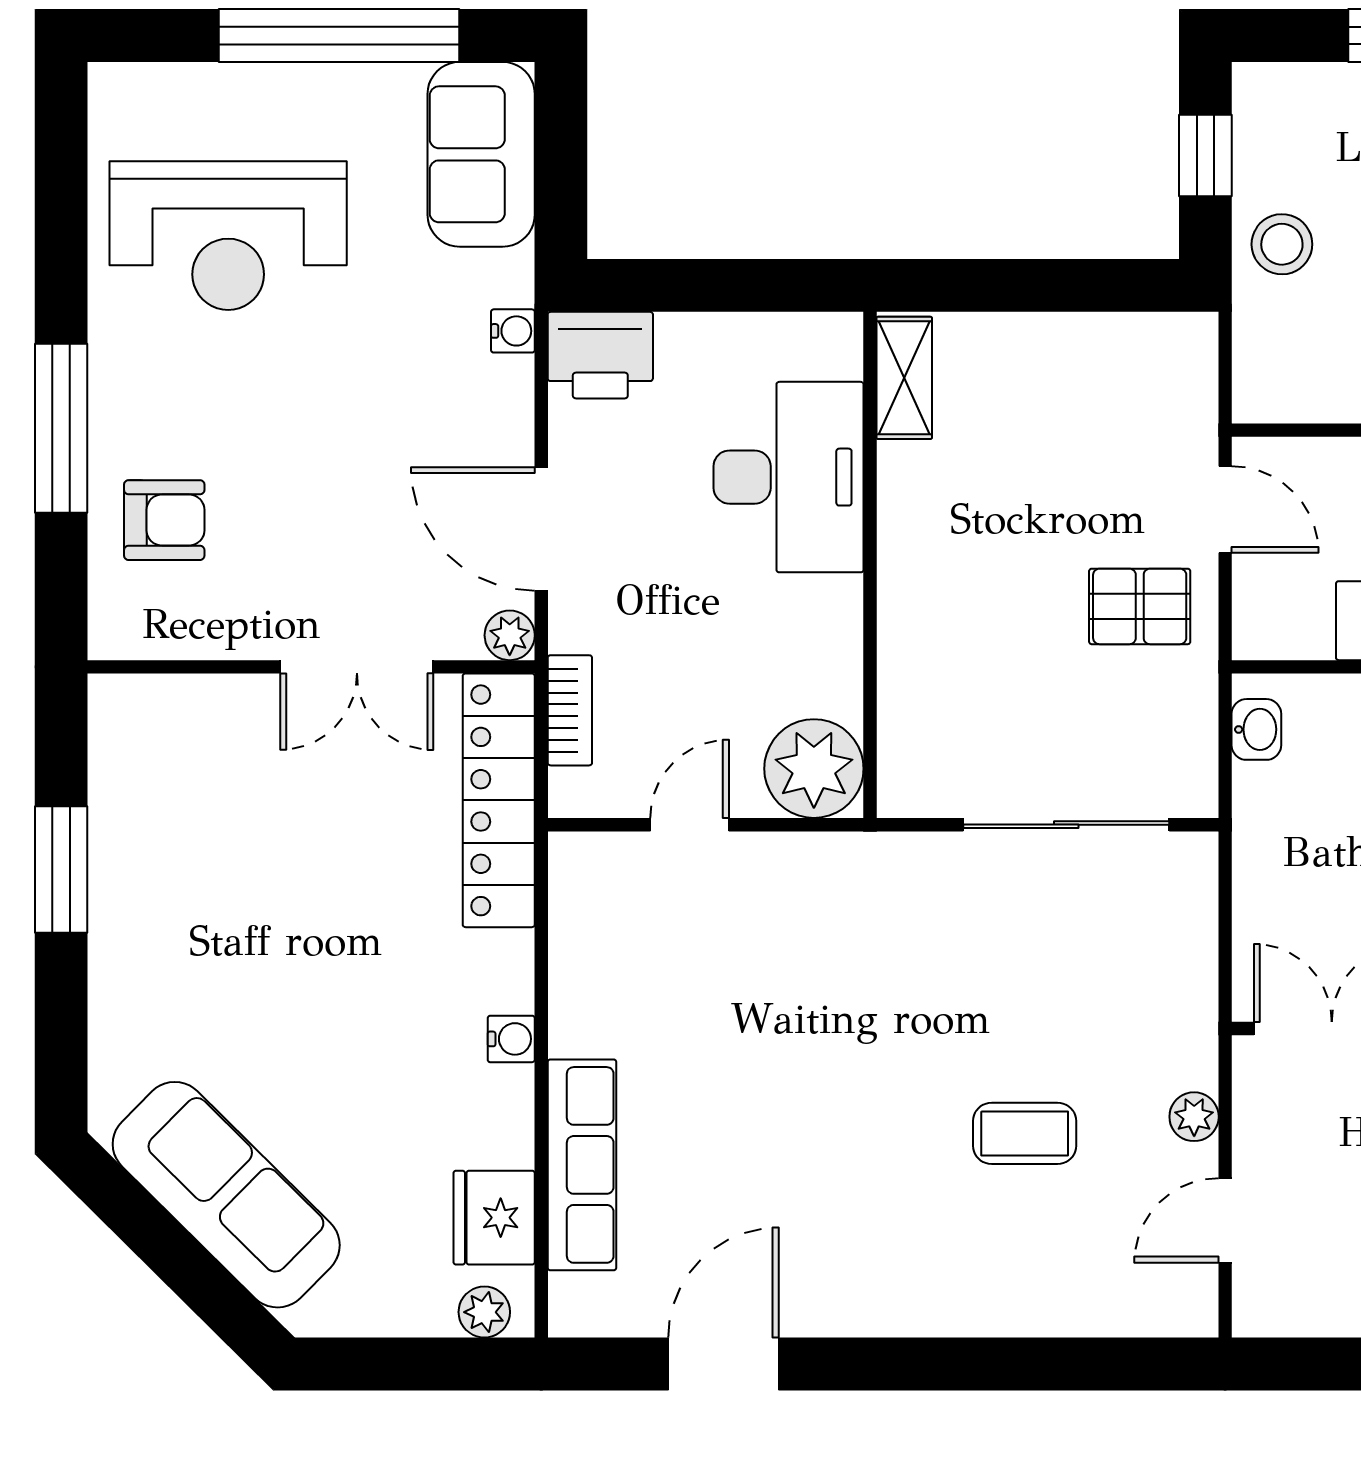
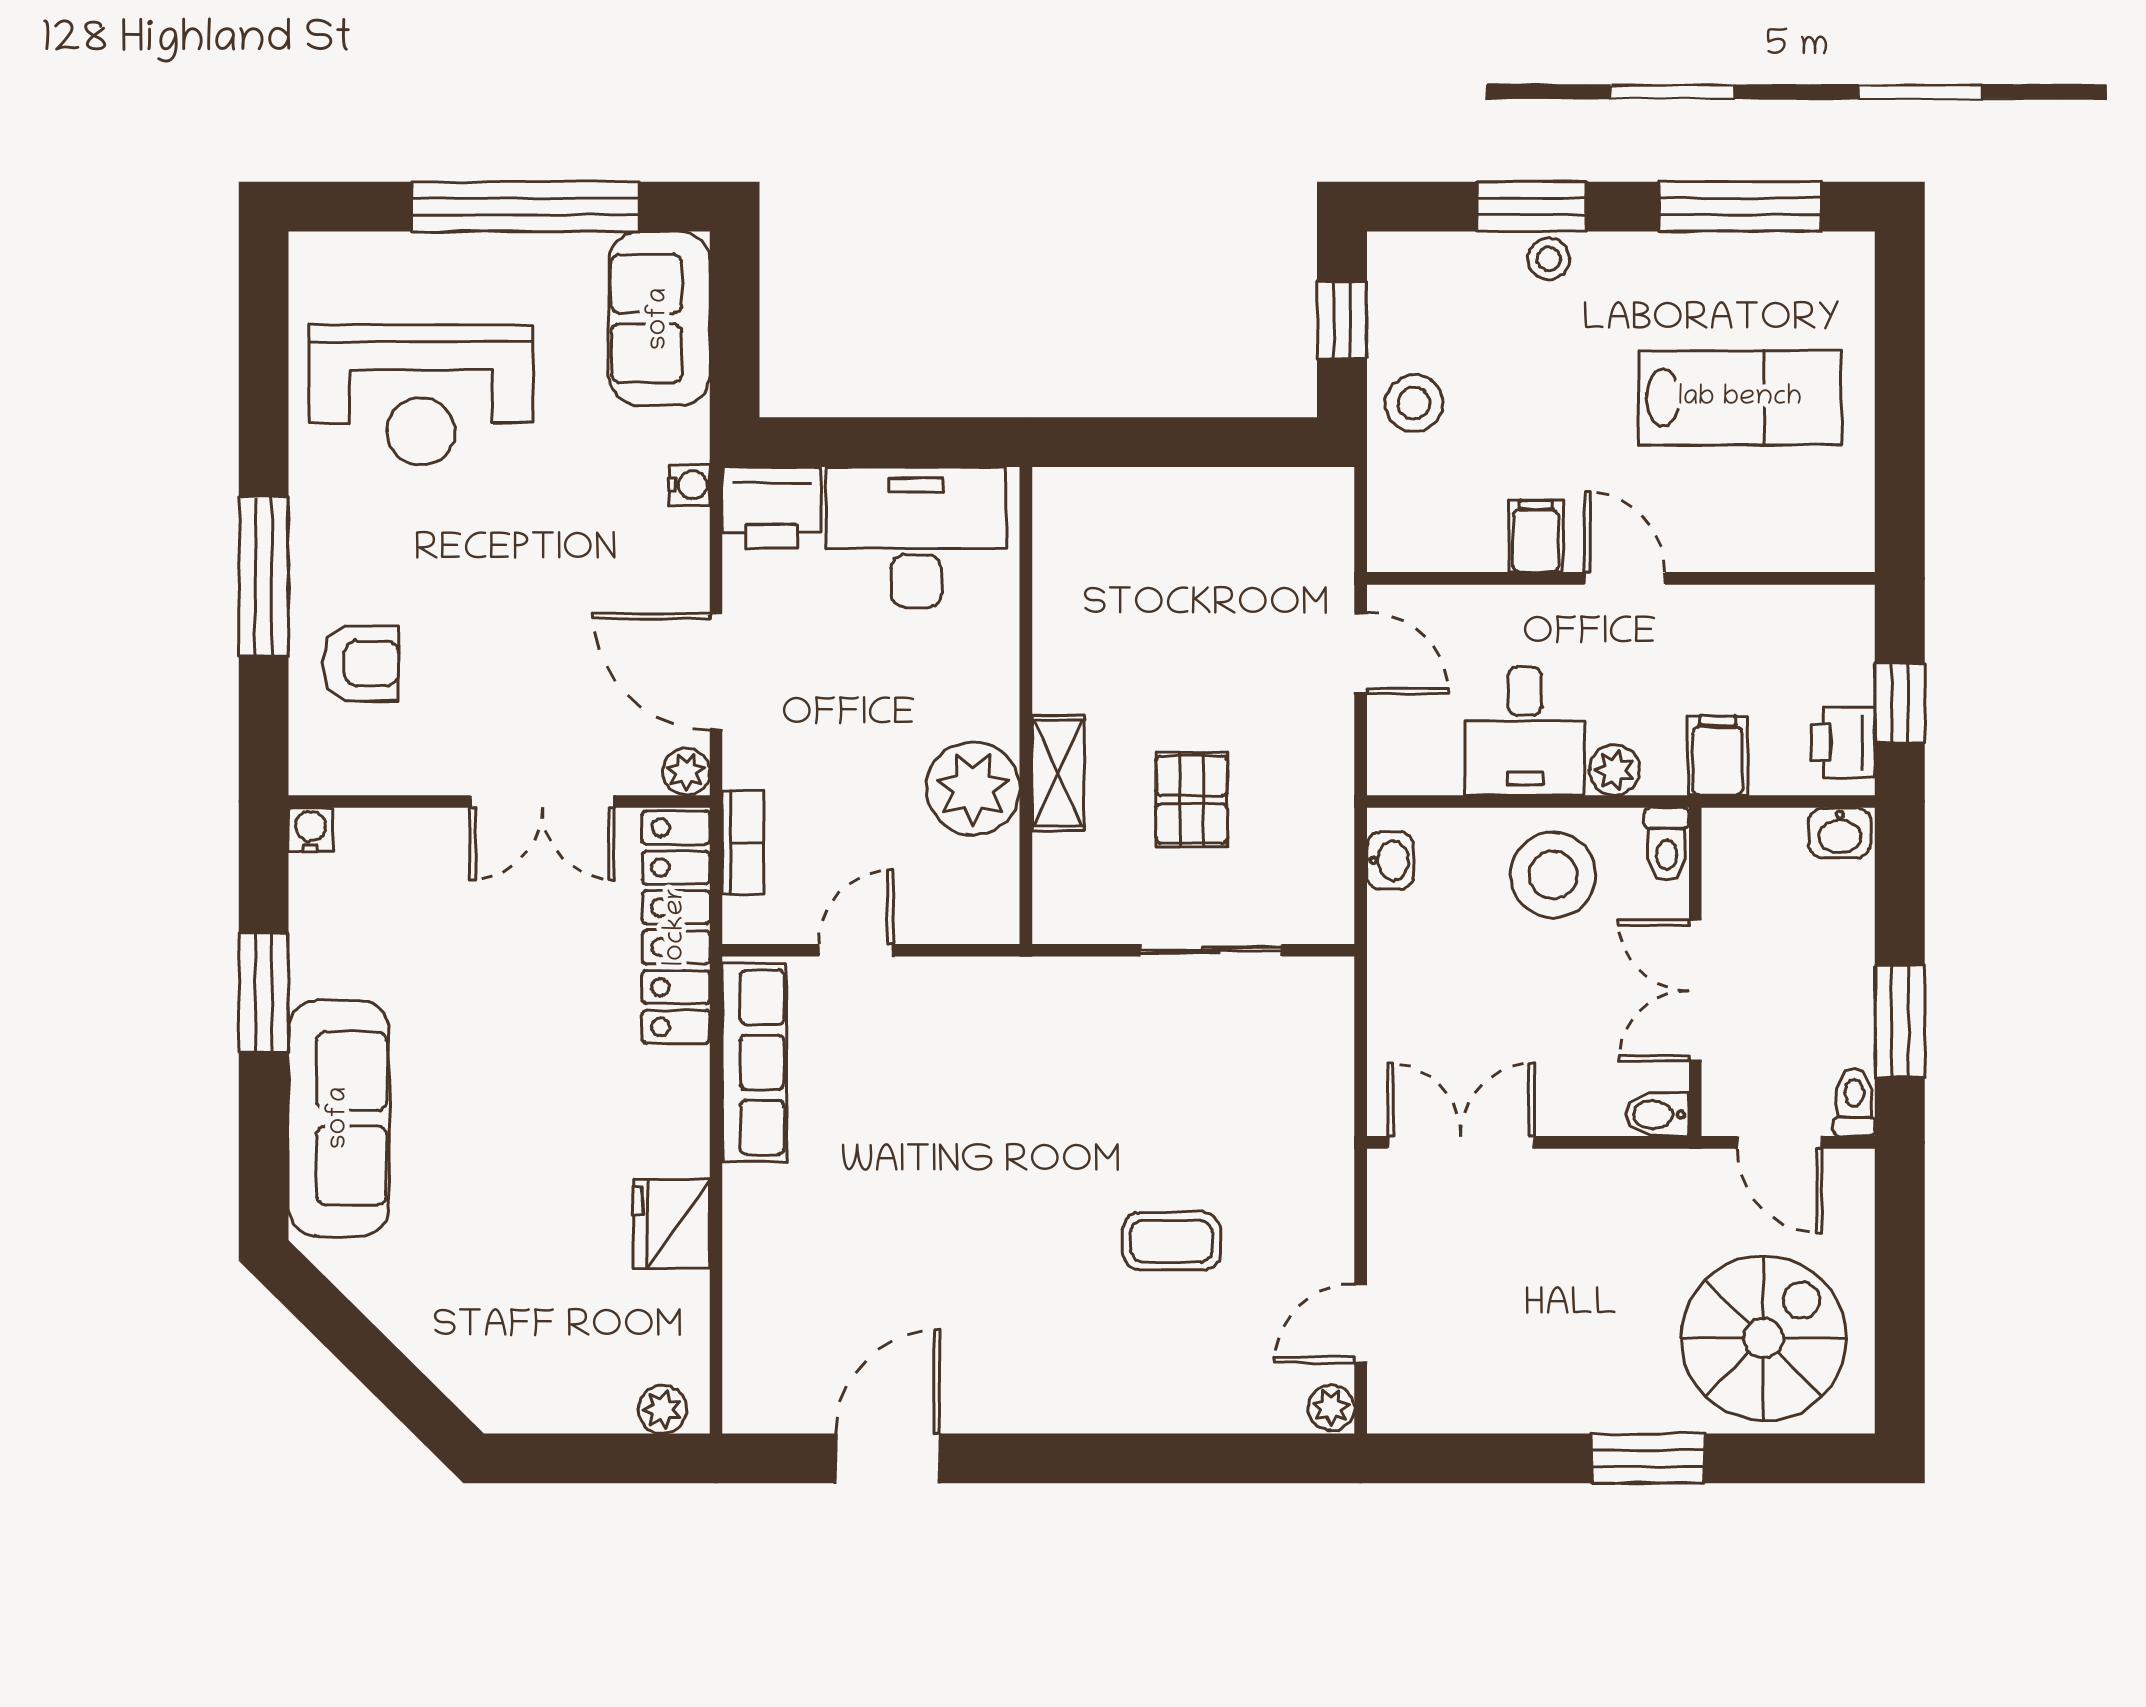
shelving: (904, 378) -> (1058, 773), moved
desk: (789, 477) -> (916, 537), moved, turned -90
pallet: (1140, 606) -> (1192, 800), moved, turned 90
plant: (814, 769) -> (973, 788), moved
sliding door: (1066, 825) -> (1211, 950), width x0.73
water cooler: (511, 1039) -> (310, 830), moved, turned -90
plant: (1194, 1117) -> (1331, 1408), moved
row of seats: (582, 1165) -> (754, 1062), moved
sofa: (226, 1195) -> (339, 1118), moved, turned 45
fridge: (494, 1218) -> (672, 1224), moved

